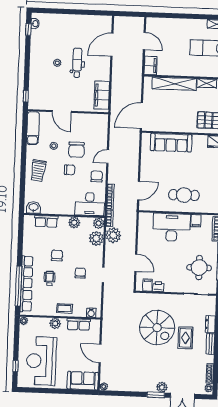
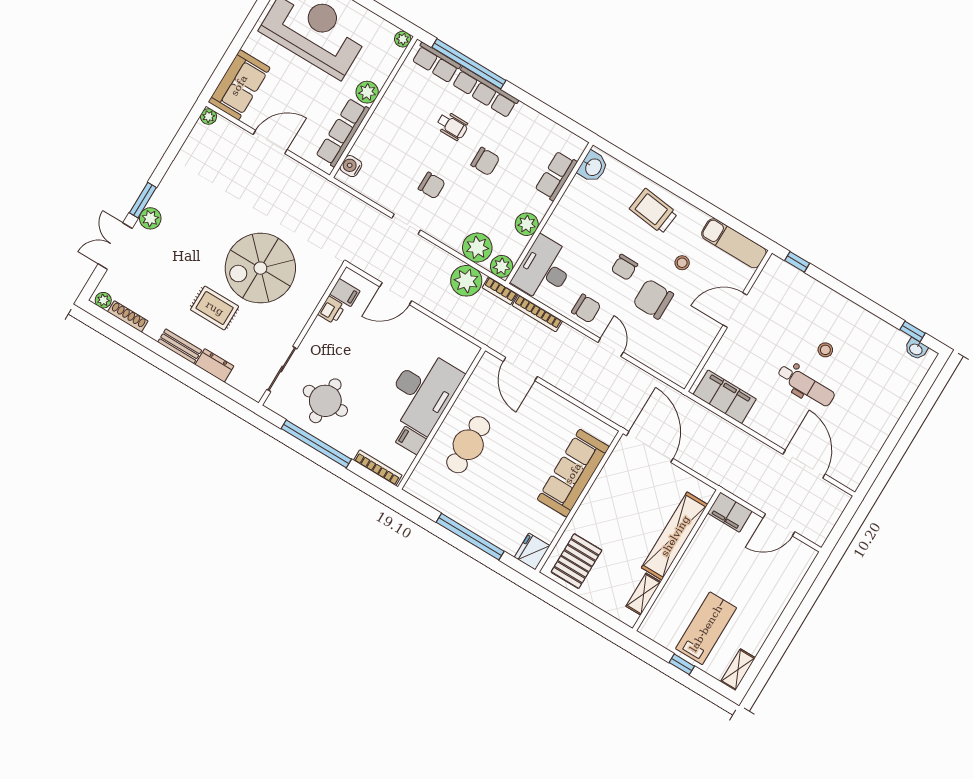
coffee table: (64, 308) -> (384, 123), removed
row of seats: (79, 324) -> (343, 132), width x1.48

